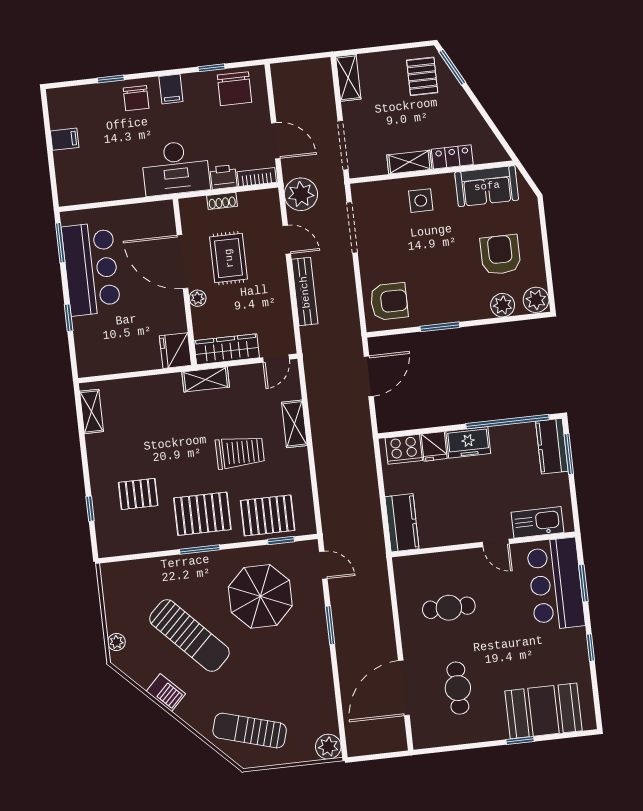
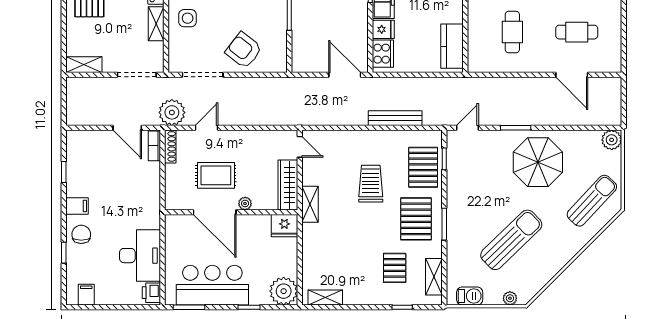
chair: (234, 89) -> (82, 156), removed
chair: (136, 98) -> (81, 234), turned -90
filing cabinet: (65, 139) -> (86, 295), moved
door: (276, 141) -> (127, 128), swing flipped
desk: (176, 168) -> (140, 256), moved
printer: (223, 177) -> (151, 293), moved
shoe rack: (222, 201) -> (170, 146), moved, width x1.43
door: (182, 262) -> (215, 212), hinge flipped
bench: (305, 292) -> (395, 118), moved
armchair: (389, 302) -> (244, 50), moved, turned -52
plant: (94, 359) -> (284, 291), added
door: (369, 376) -> (345, 75), moved
shelving: (294, 424) -> (434, 277), moved, turned 90
kitchen counter: (402, 523) -> (452, 46), moved, turned -90
parasol: (260, 596) -> (538, 162), moved
door: (404, 688) -> (572, 75), width x0.73
barbecue: (166, 693) -> (470, 296), moved, turned 45
sun lounger: (250, 731) -> (592, 201), turned -153

